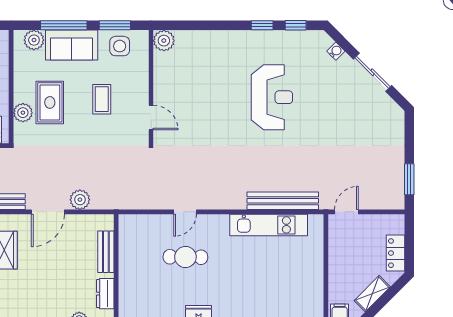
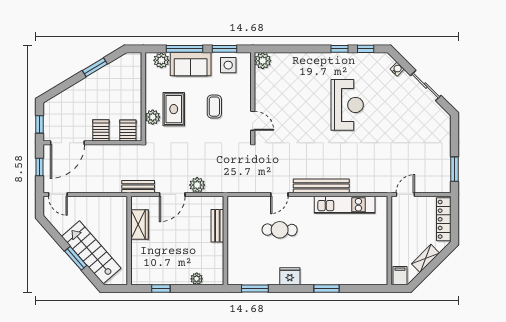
bench: (283, 201) -> (321, 186), moved
locker: (396, 253) -> (444, 219), width x1.53
dresser: (105, 294) -> (217, 258), removed

